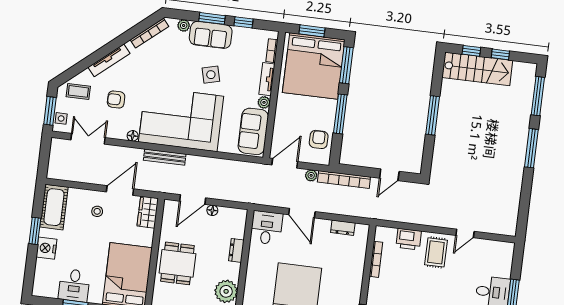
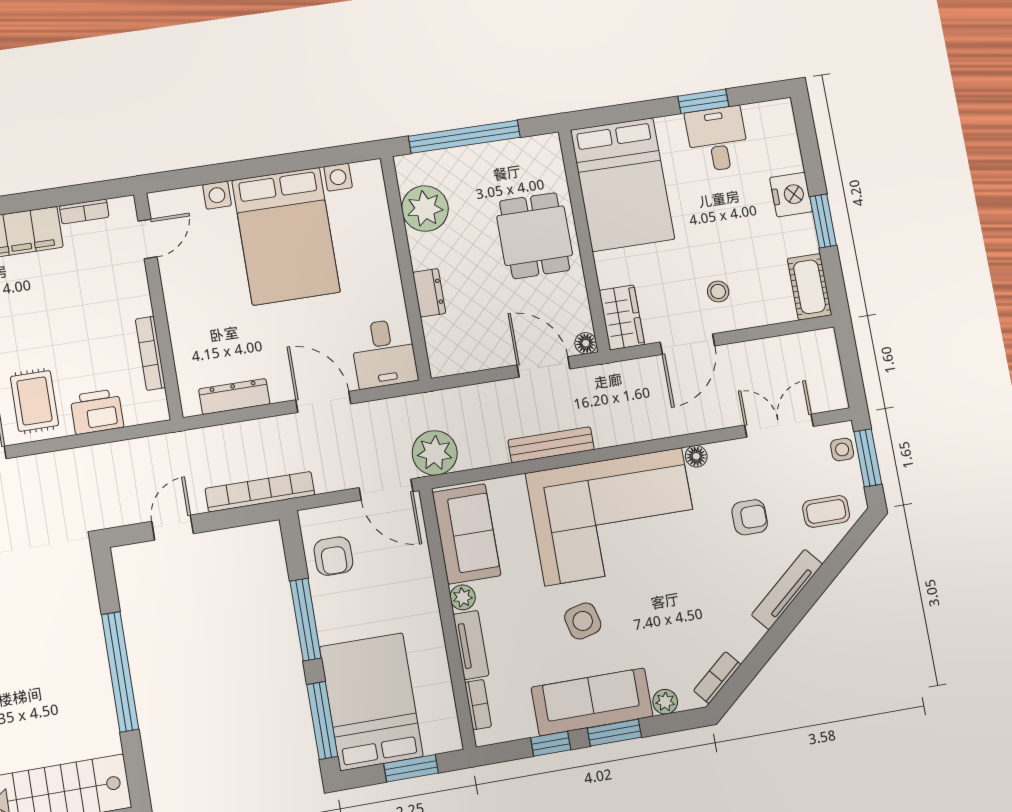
bookcase: (149, 33) -> (717, 678), width x0.64
sofa: (211, 35) -> (592, 702), width x1.36
bed: (314, 66) -> (371, 702), width x0.73
window: (433, 115) -> (120, 672), width x1.46
double door: (88, 139) -> (779, 426), swing flipped
bench: (165, 157) -> (551, 445), moved
door: (285, 163) -> (386, 490), hinge flipped
plant: (311, 175) -> (435, 453), moved, width x1.87, depth x1.87
door: (193, 199) -> (544, 367), hinge flipped
cot: (54, 207) -> (810, 287), width x0.73, depth x0.75
floor lamp: (212, 210) -> (586, 343), moved
dresser: (343, 228) -> (234, 397), width x1.44

